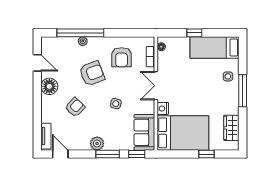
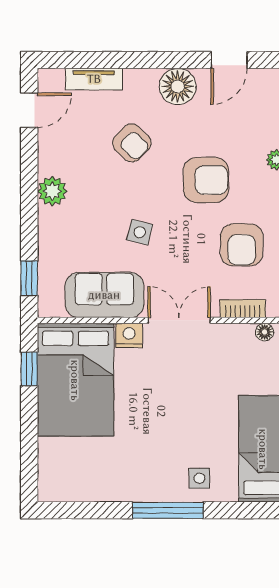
armchair: (122, 57) -> (242, 245), turned -90
armchair: (92, 73) -> (206, 180), turned -69
wardrobe: (231, 128) -> (87, 486), removed
sofa: (144, 132) -> (104, 295), moved
tv unit: (46, 136) -> (94, 79), moved
window: (108, 154) -> (29, 214), removed
window: (206, 154) -> (29, 369), moved

